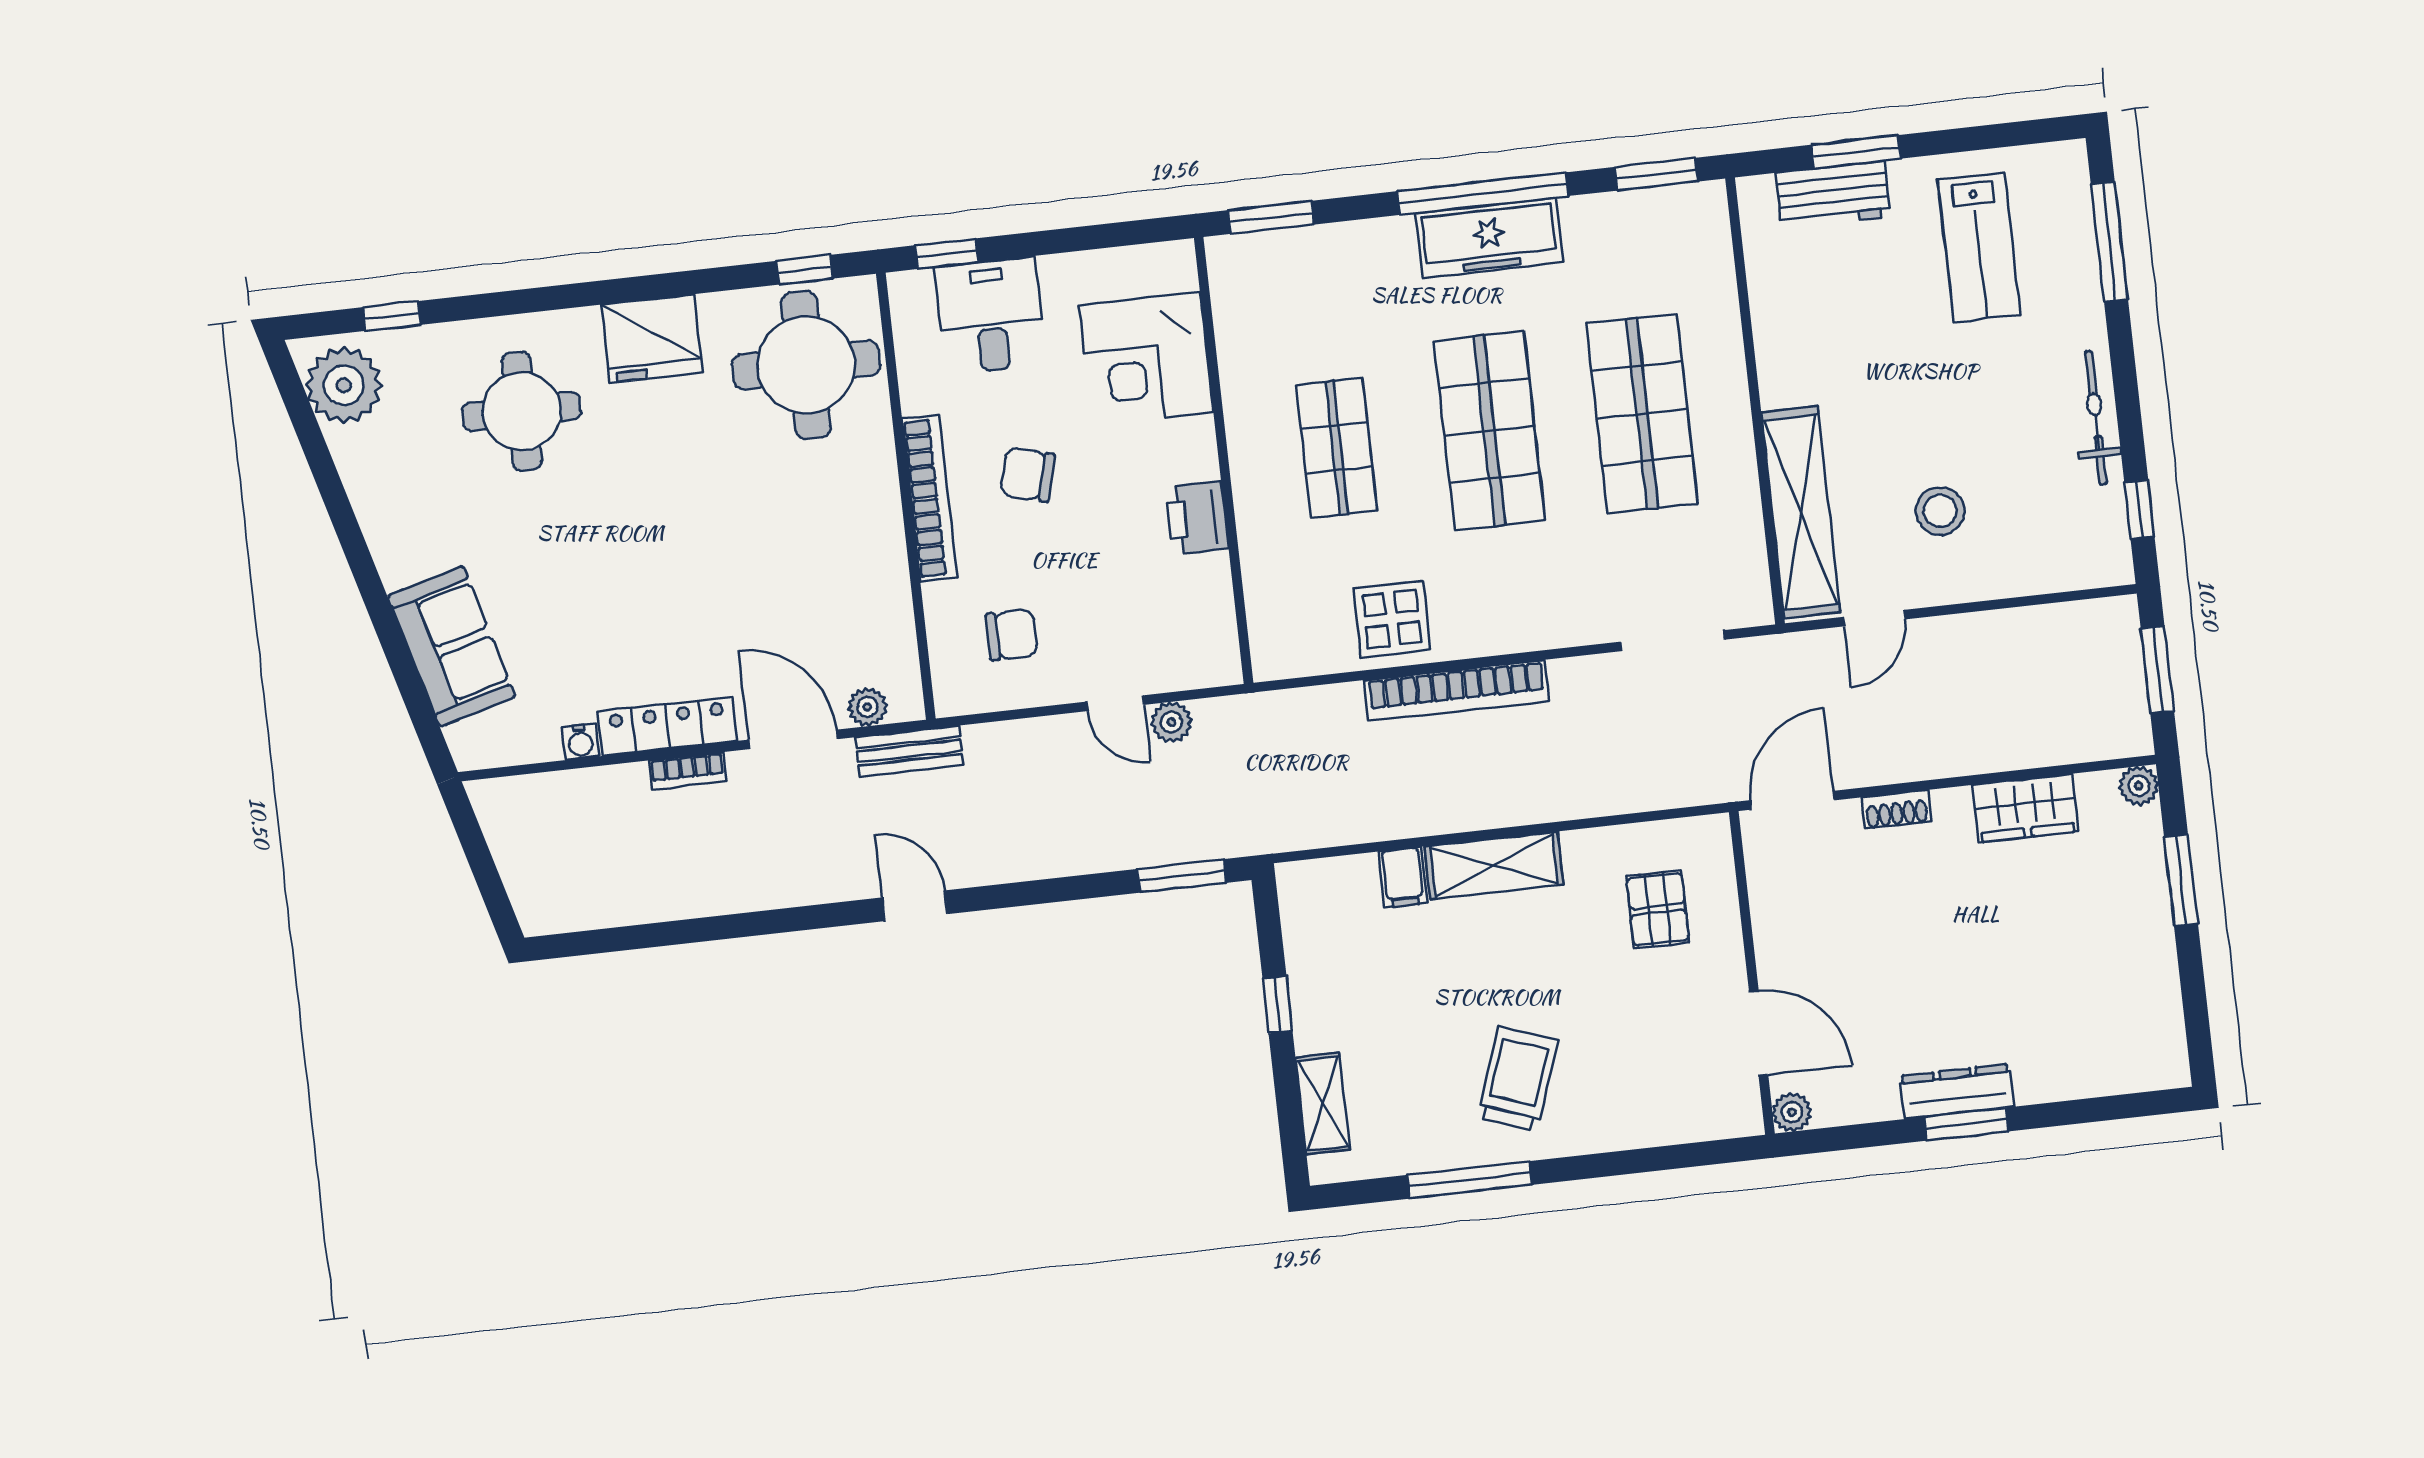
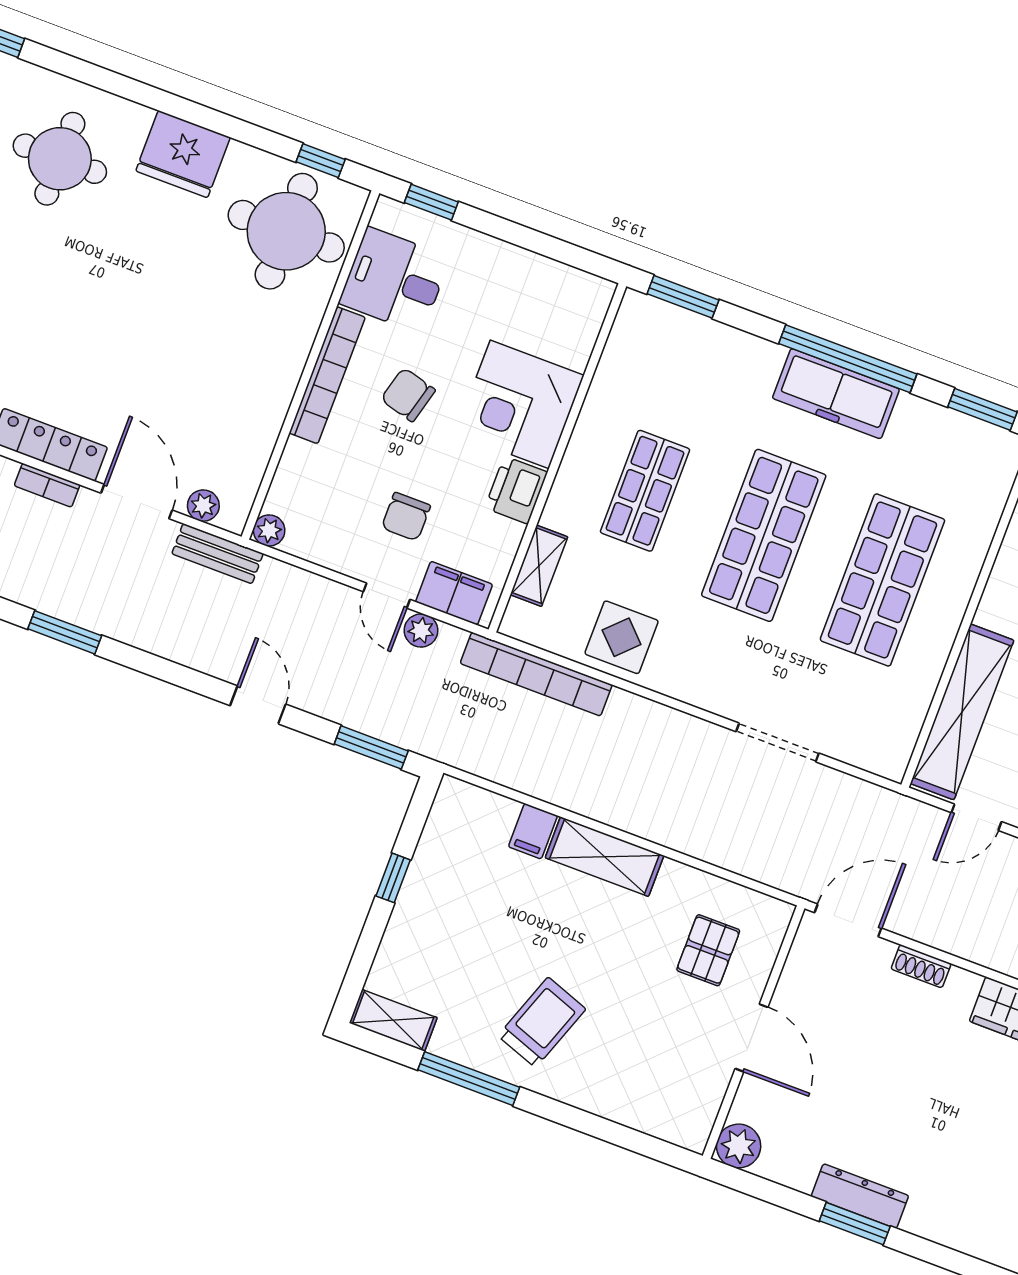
desk: (990, 316) -> (394, 280), moved, turned -90
corner desk: (1146, 359) -> (520, 404), moved
shelving: (1263, 587) -> (539, 566), added
chair: (1012, 635) -> (406, 517), moved, turned 90
doorway: (1673, 641) -> (777, 742), moved
filing cabinet: (1187, 663) -> (454, 593), added
bookcase: (1457, 690) -> (536, 674), moved
plant: (952, 698) -> (269, 530), added
door: (915, 906) -> (258, 705), moved
window: (788, 920) -> (65, 632), added
door: (1759, 1033) -> (752, 1038), moved
shelving: (1323, 1104) -> (393, 1020), moved, turned 90
plant: (1792, 1112) -> (739, 1146), width x1.38, depth x1.38

